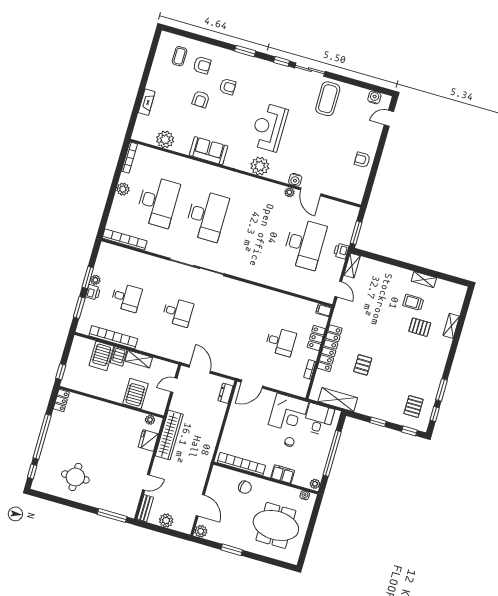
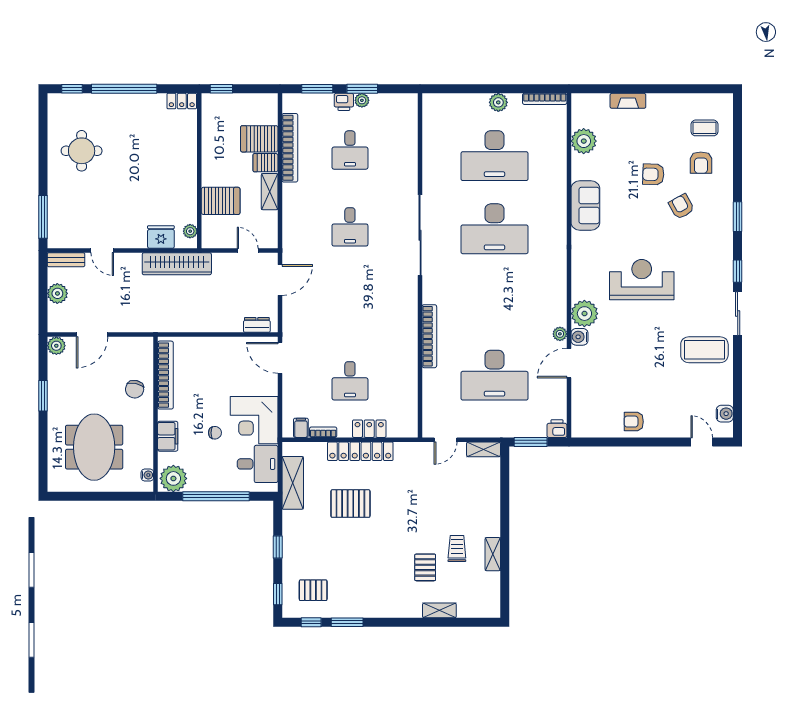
armchair: (228, 87) -> (681, 207), turned 151
armchair: (362, 160) -> (634, 422), turned -90
plant: (260, 166) -> (584, 314), moved
bookcase: (125, 240) -> (429, 336), moved
printer: (341, 251) -> (557, 429), moved
filing cabinet: (324, 310) -> (301, 428), moved
pallet: (363, 365) -> (350, 504), width x1.50, depth x1.42
plant: (315, 484) -> (173, 478), width x1.88, depth x1.88

